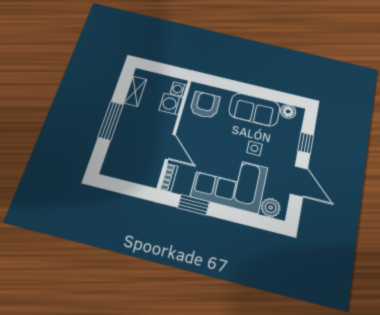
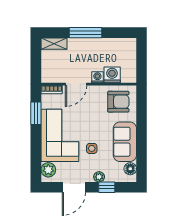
washing machine: (179, 89) -> (97, 77), moved
shelving: (135, 91) -> (54, 44), moved
plant: (291, 149) -> (99, 177), added

